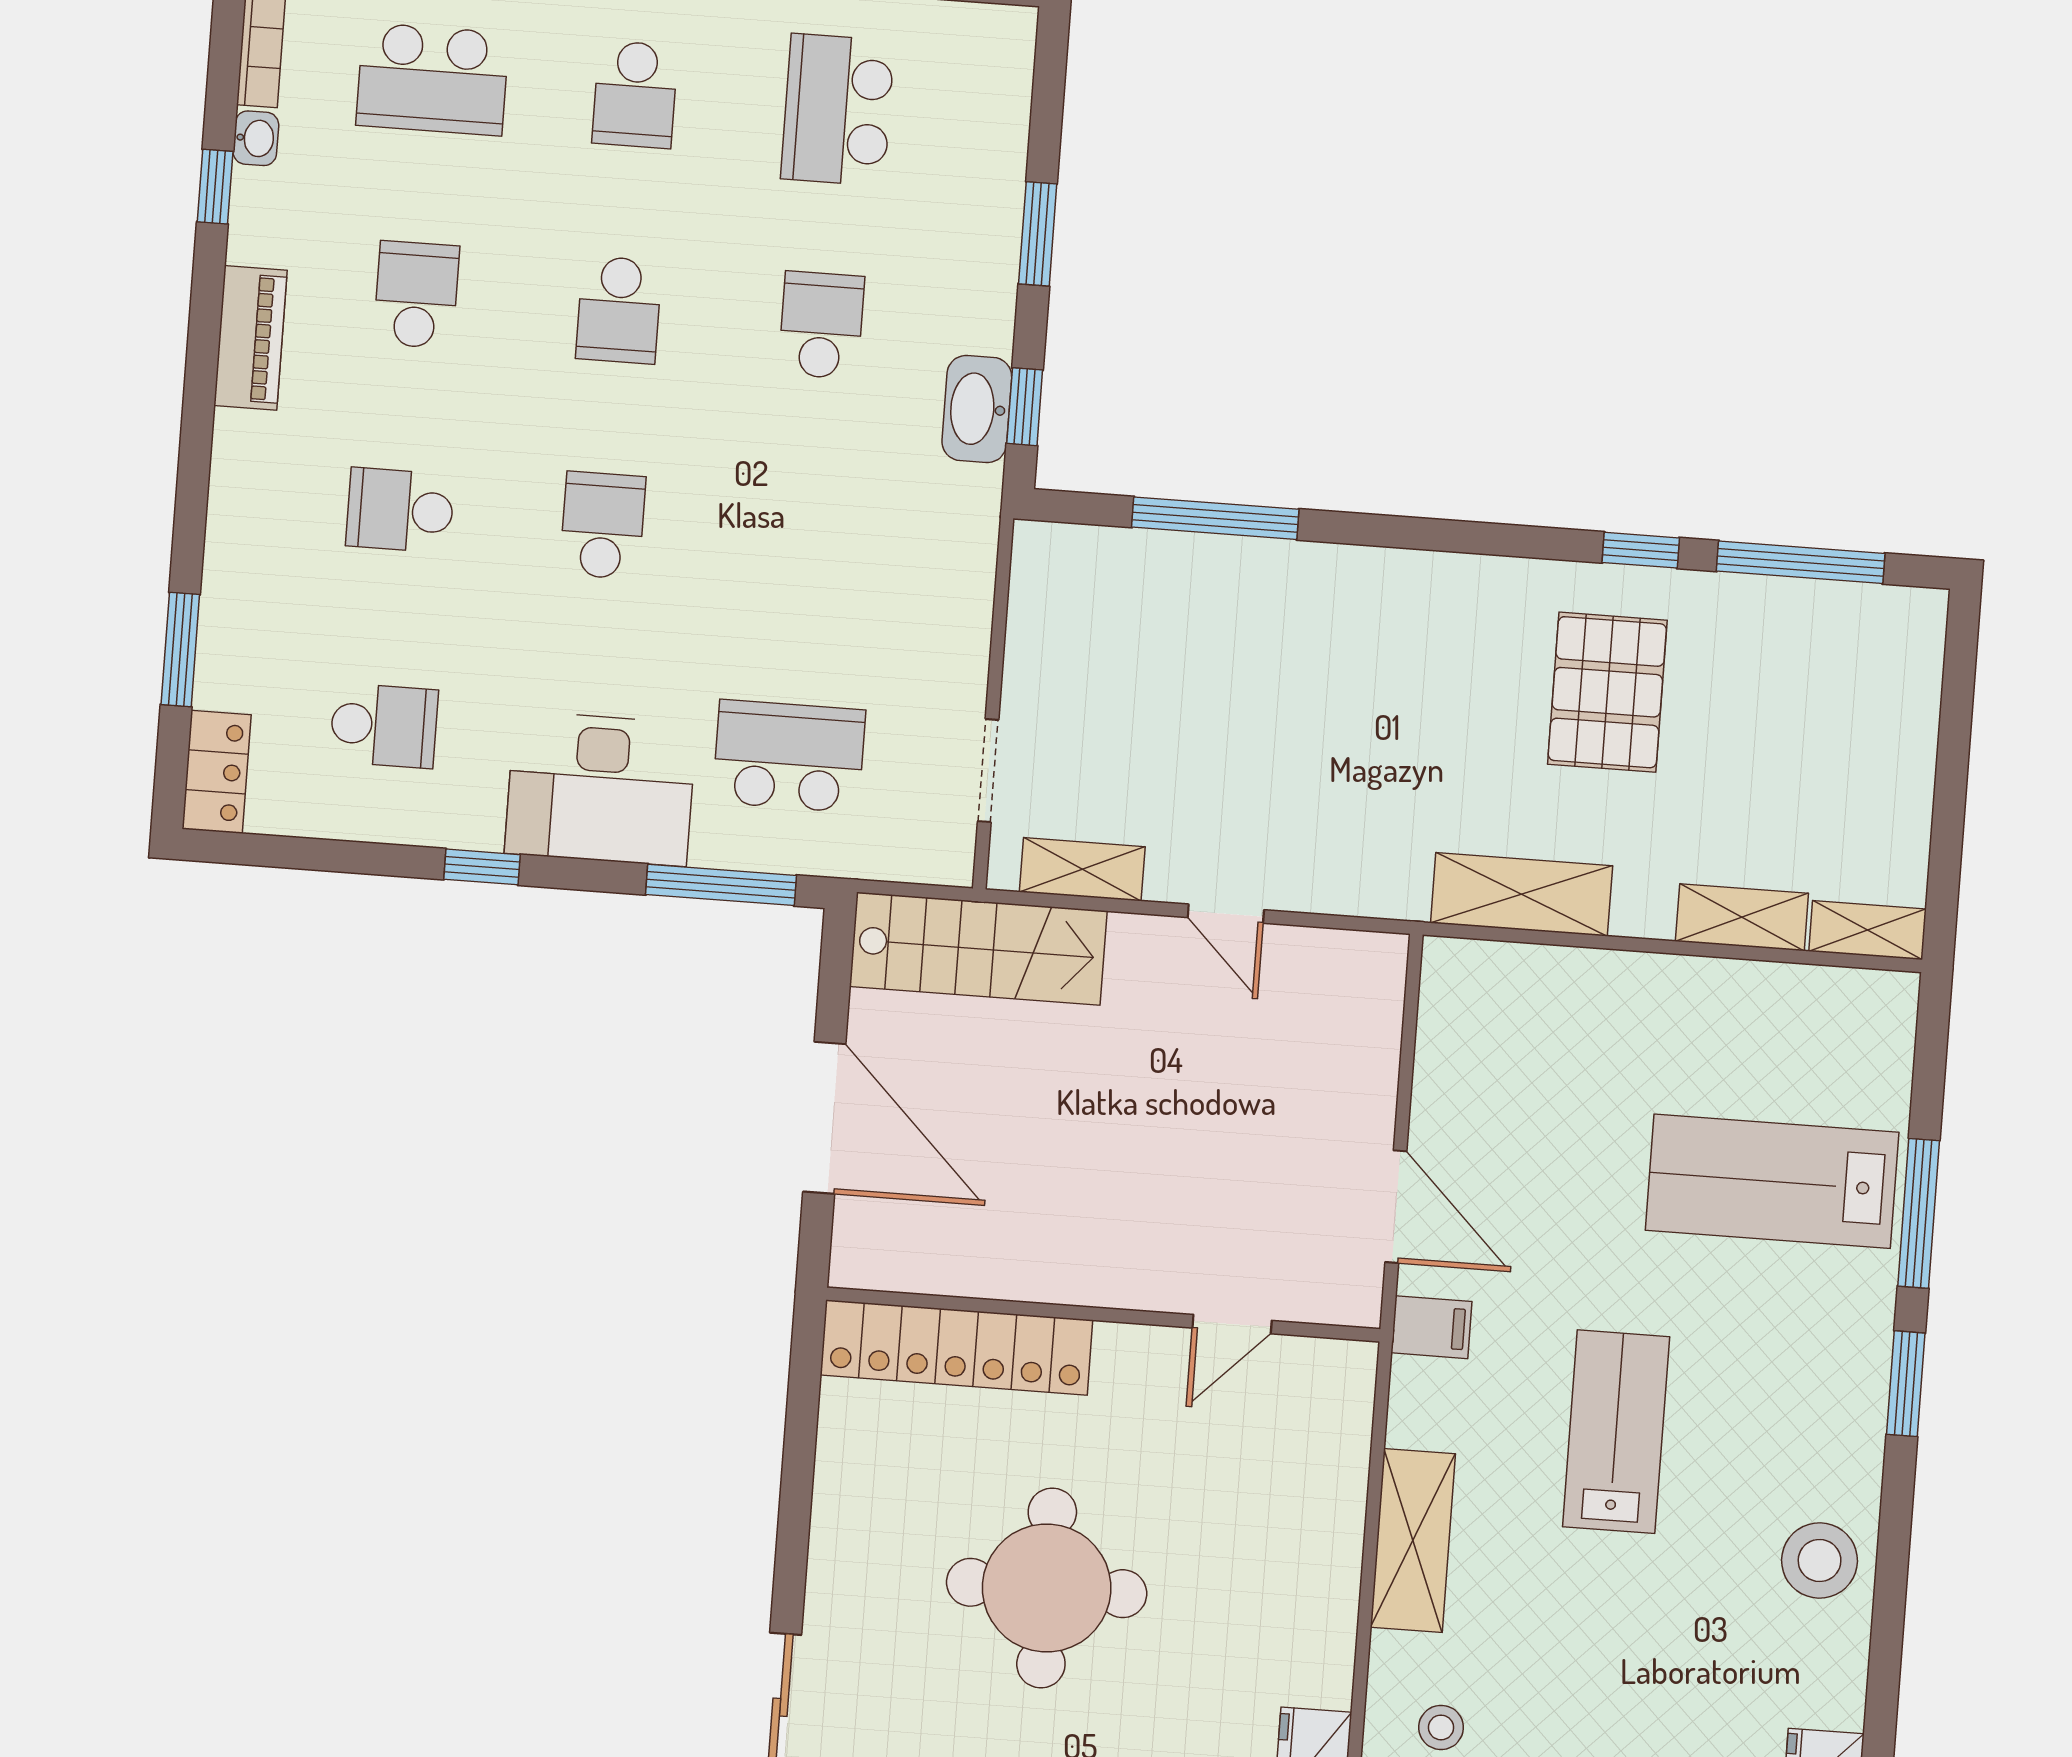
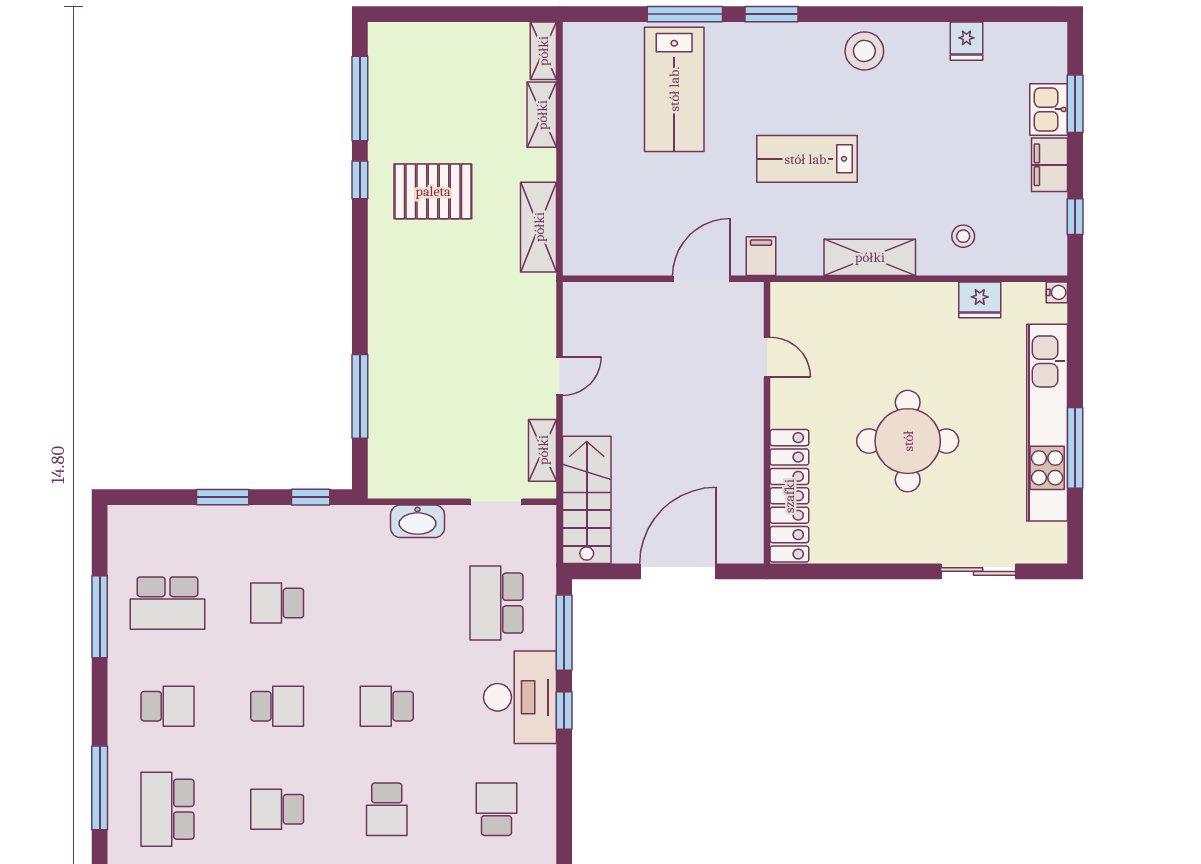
school desk: (433, 79) -> (167, 809), turned 180
washbasin: (977, 409) -> (418, 521), moved
window: (482, 867) -> (564, 711), moved

